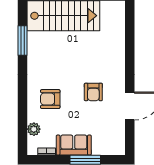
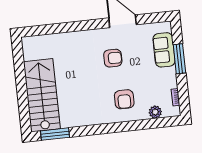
window: (22, 41) -> (55, 134), moved
sofa: (74, 145) -> (164, 50), moved

